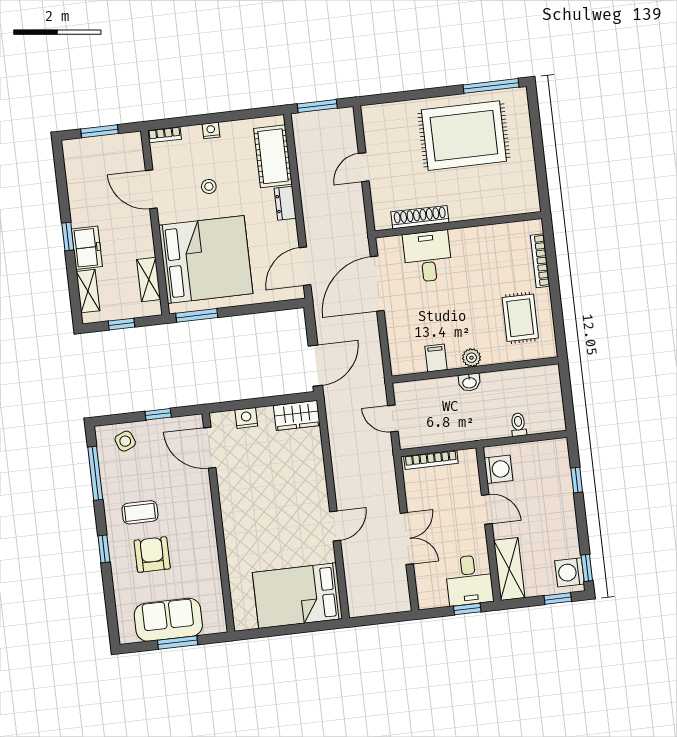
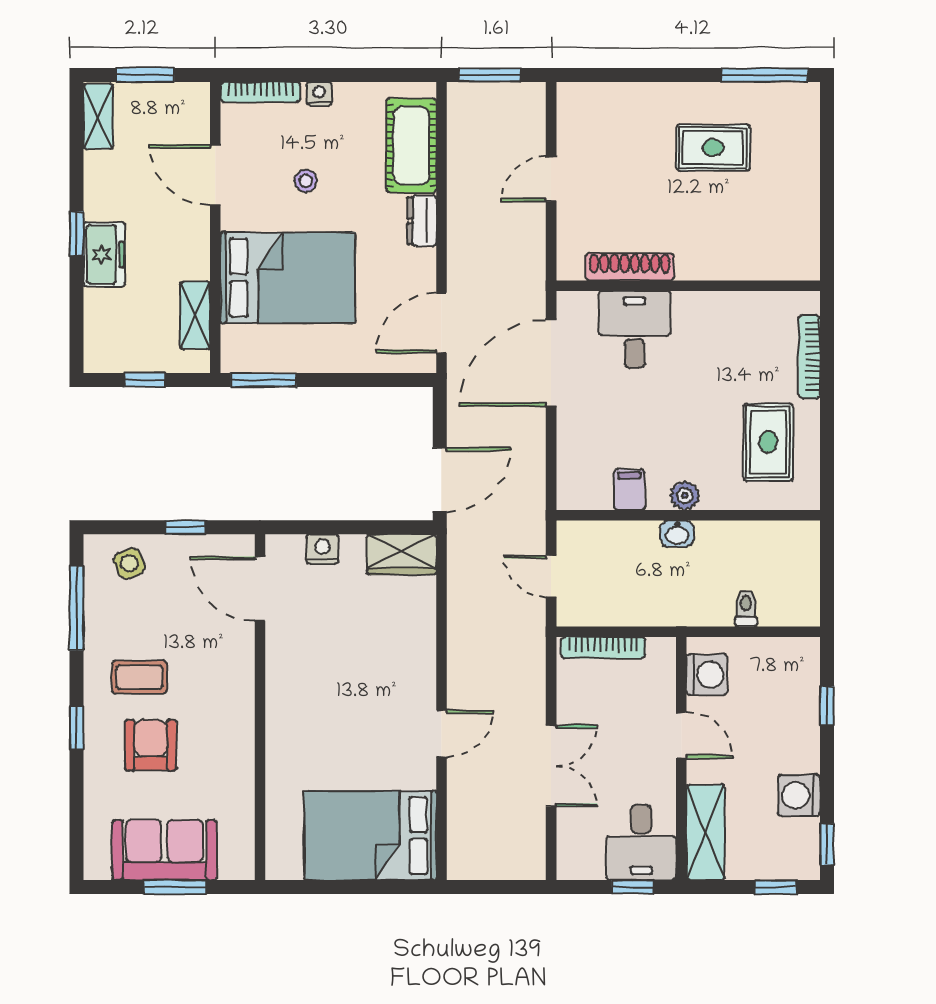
bookcase: (165, 135) -> (260, 92), width x1.56
rug: (464, 136) -> (713, 148), width x0.54, depth x0.49
bed: (206, 259) -> (288, 278), width x0.73
shelving: (88, 291) -> (98, 116), moved
washing machine: (570, 572) -> (799, 795), moved

